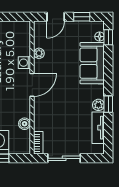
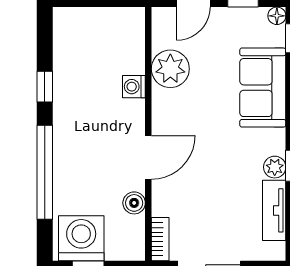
floor lamp: (100, 37) -> (277, 16), moved
plant: (39, 53) -> (170, 69), width x1.88, depth x1.88
door: (32, 85) -> (148, 157), moved

